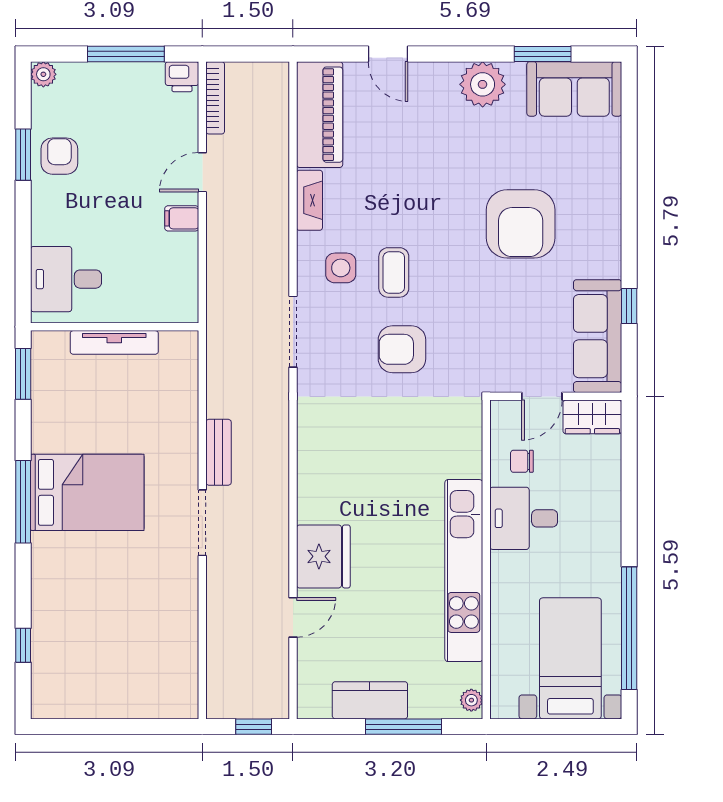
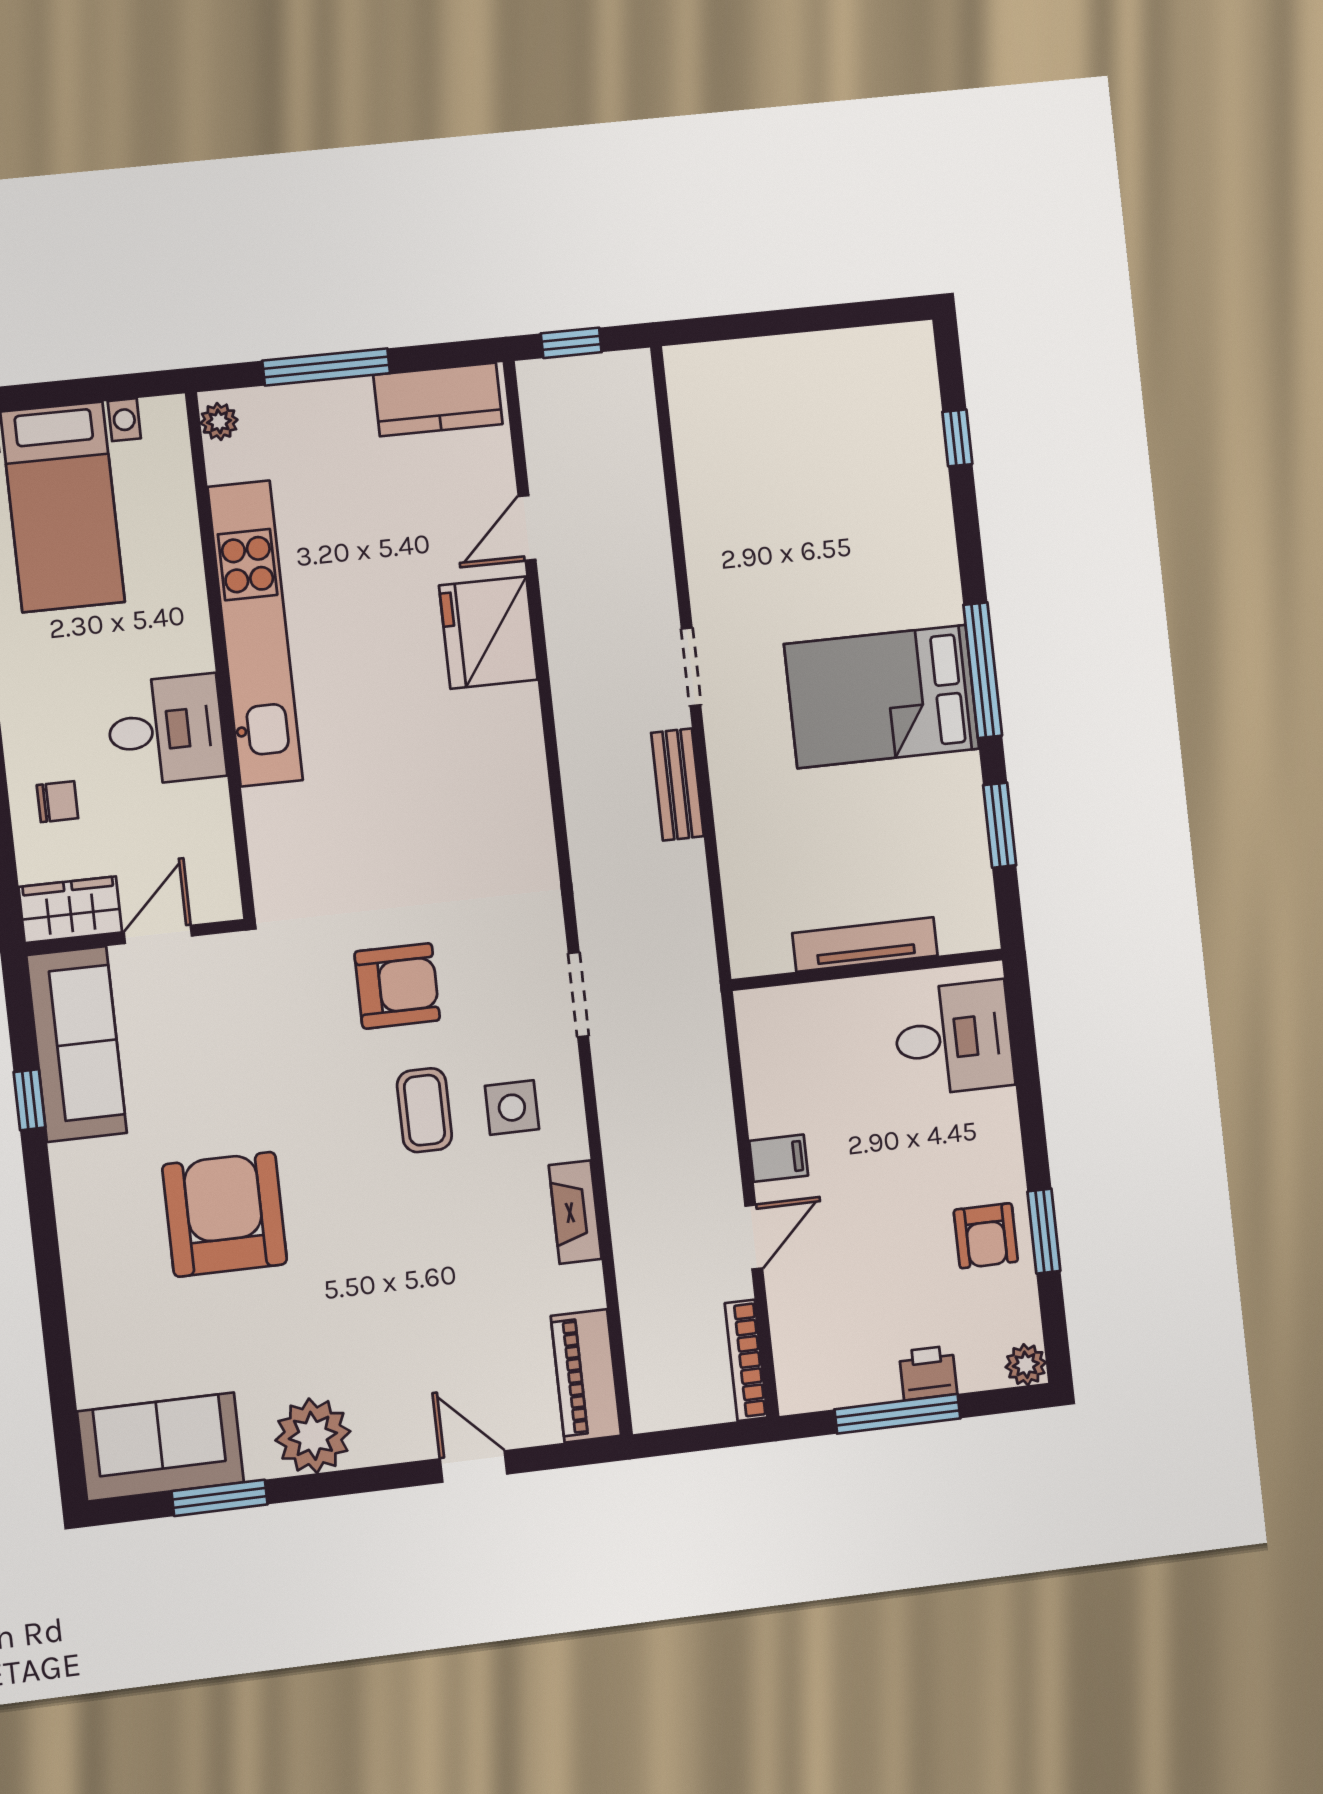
printer: (182, 77) -> (928, 1373), moved
piano: (320, 115) -> (586, 1376), width x0.73, depth x0.75
doorway: (293, 332) -> (578, 995), width x0.73
window: (23, 374) -> (1000, 825), moved
chair: (522, 461) -> (57, 802), moved
doorway: (202, 523) -> (691, 667), width x0.73
kitchen counter: (370, 700) -> (438, 400), moved

